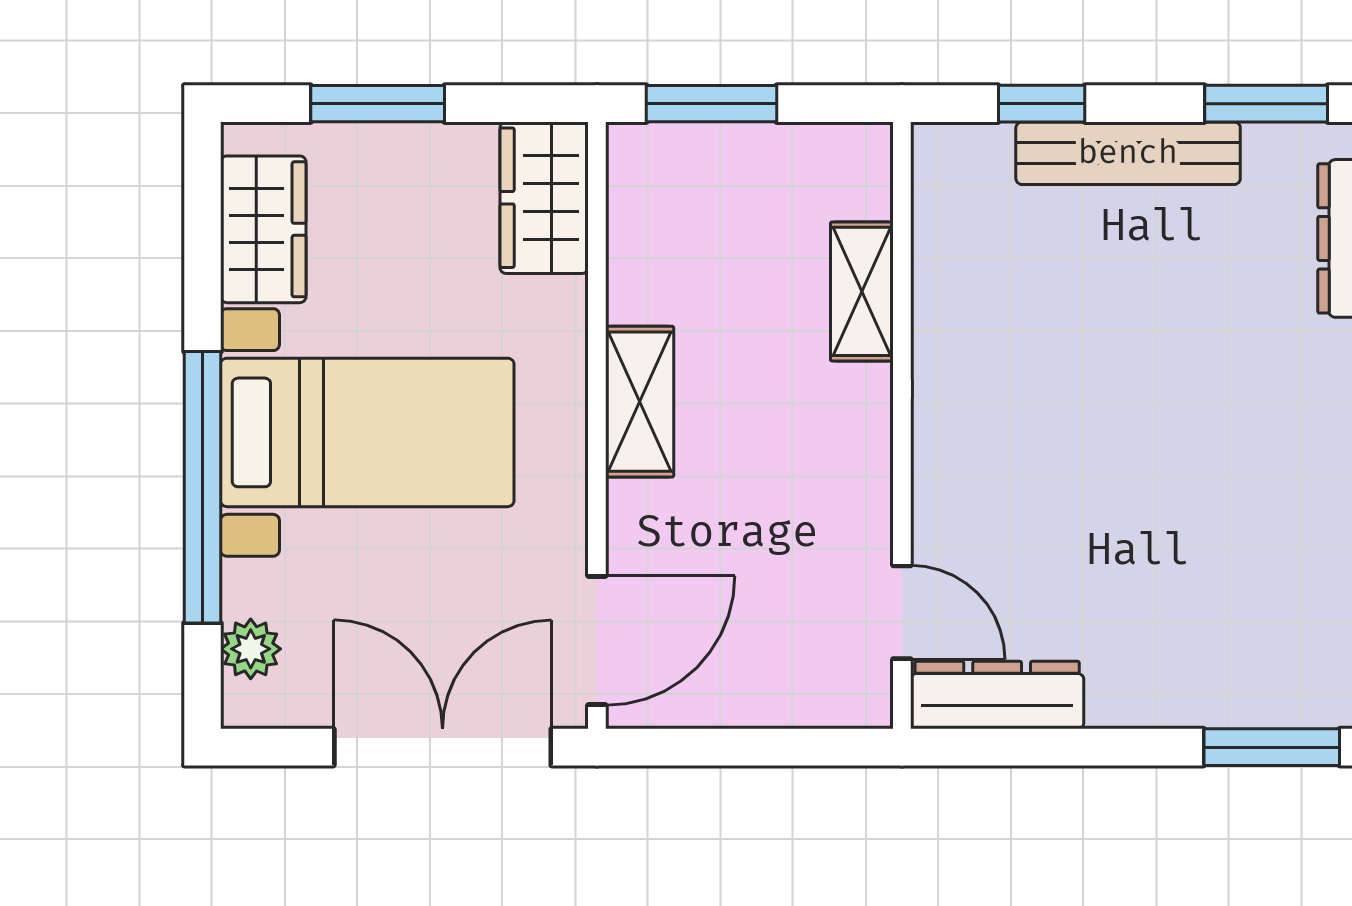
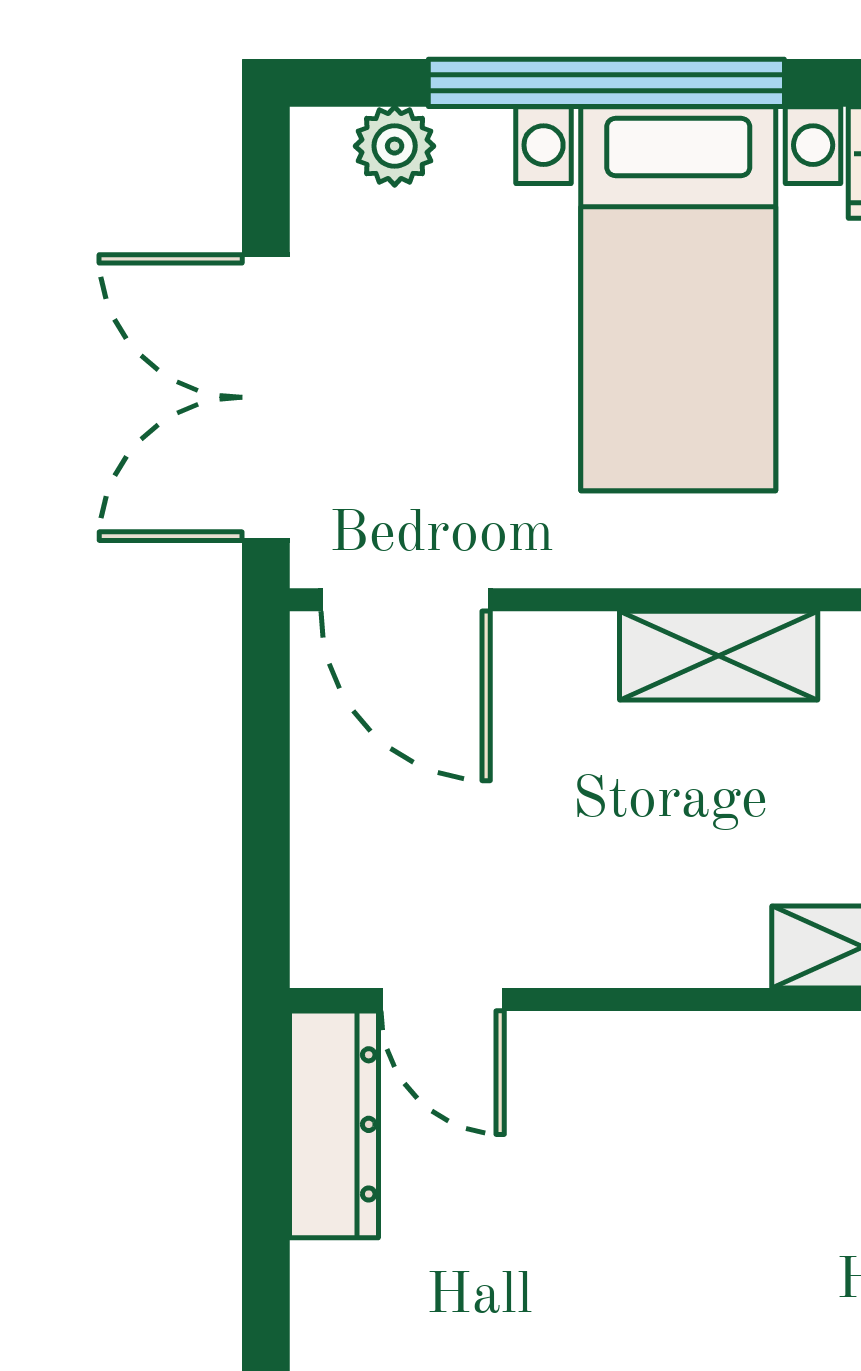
door: (902, 612) -> (443, 999), hinge flipped
double door: (443, 747) -> (266, 397), swing flipped

